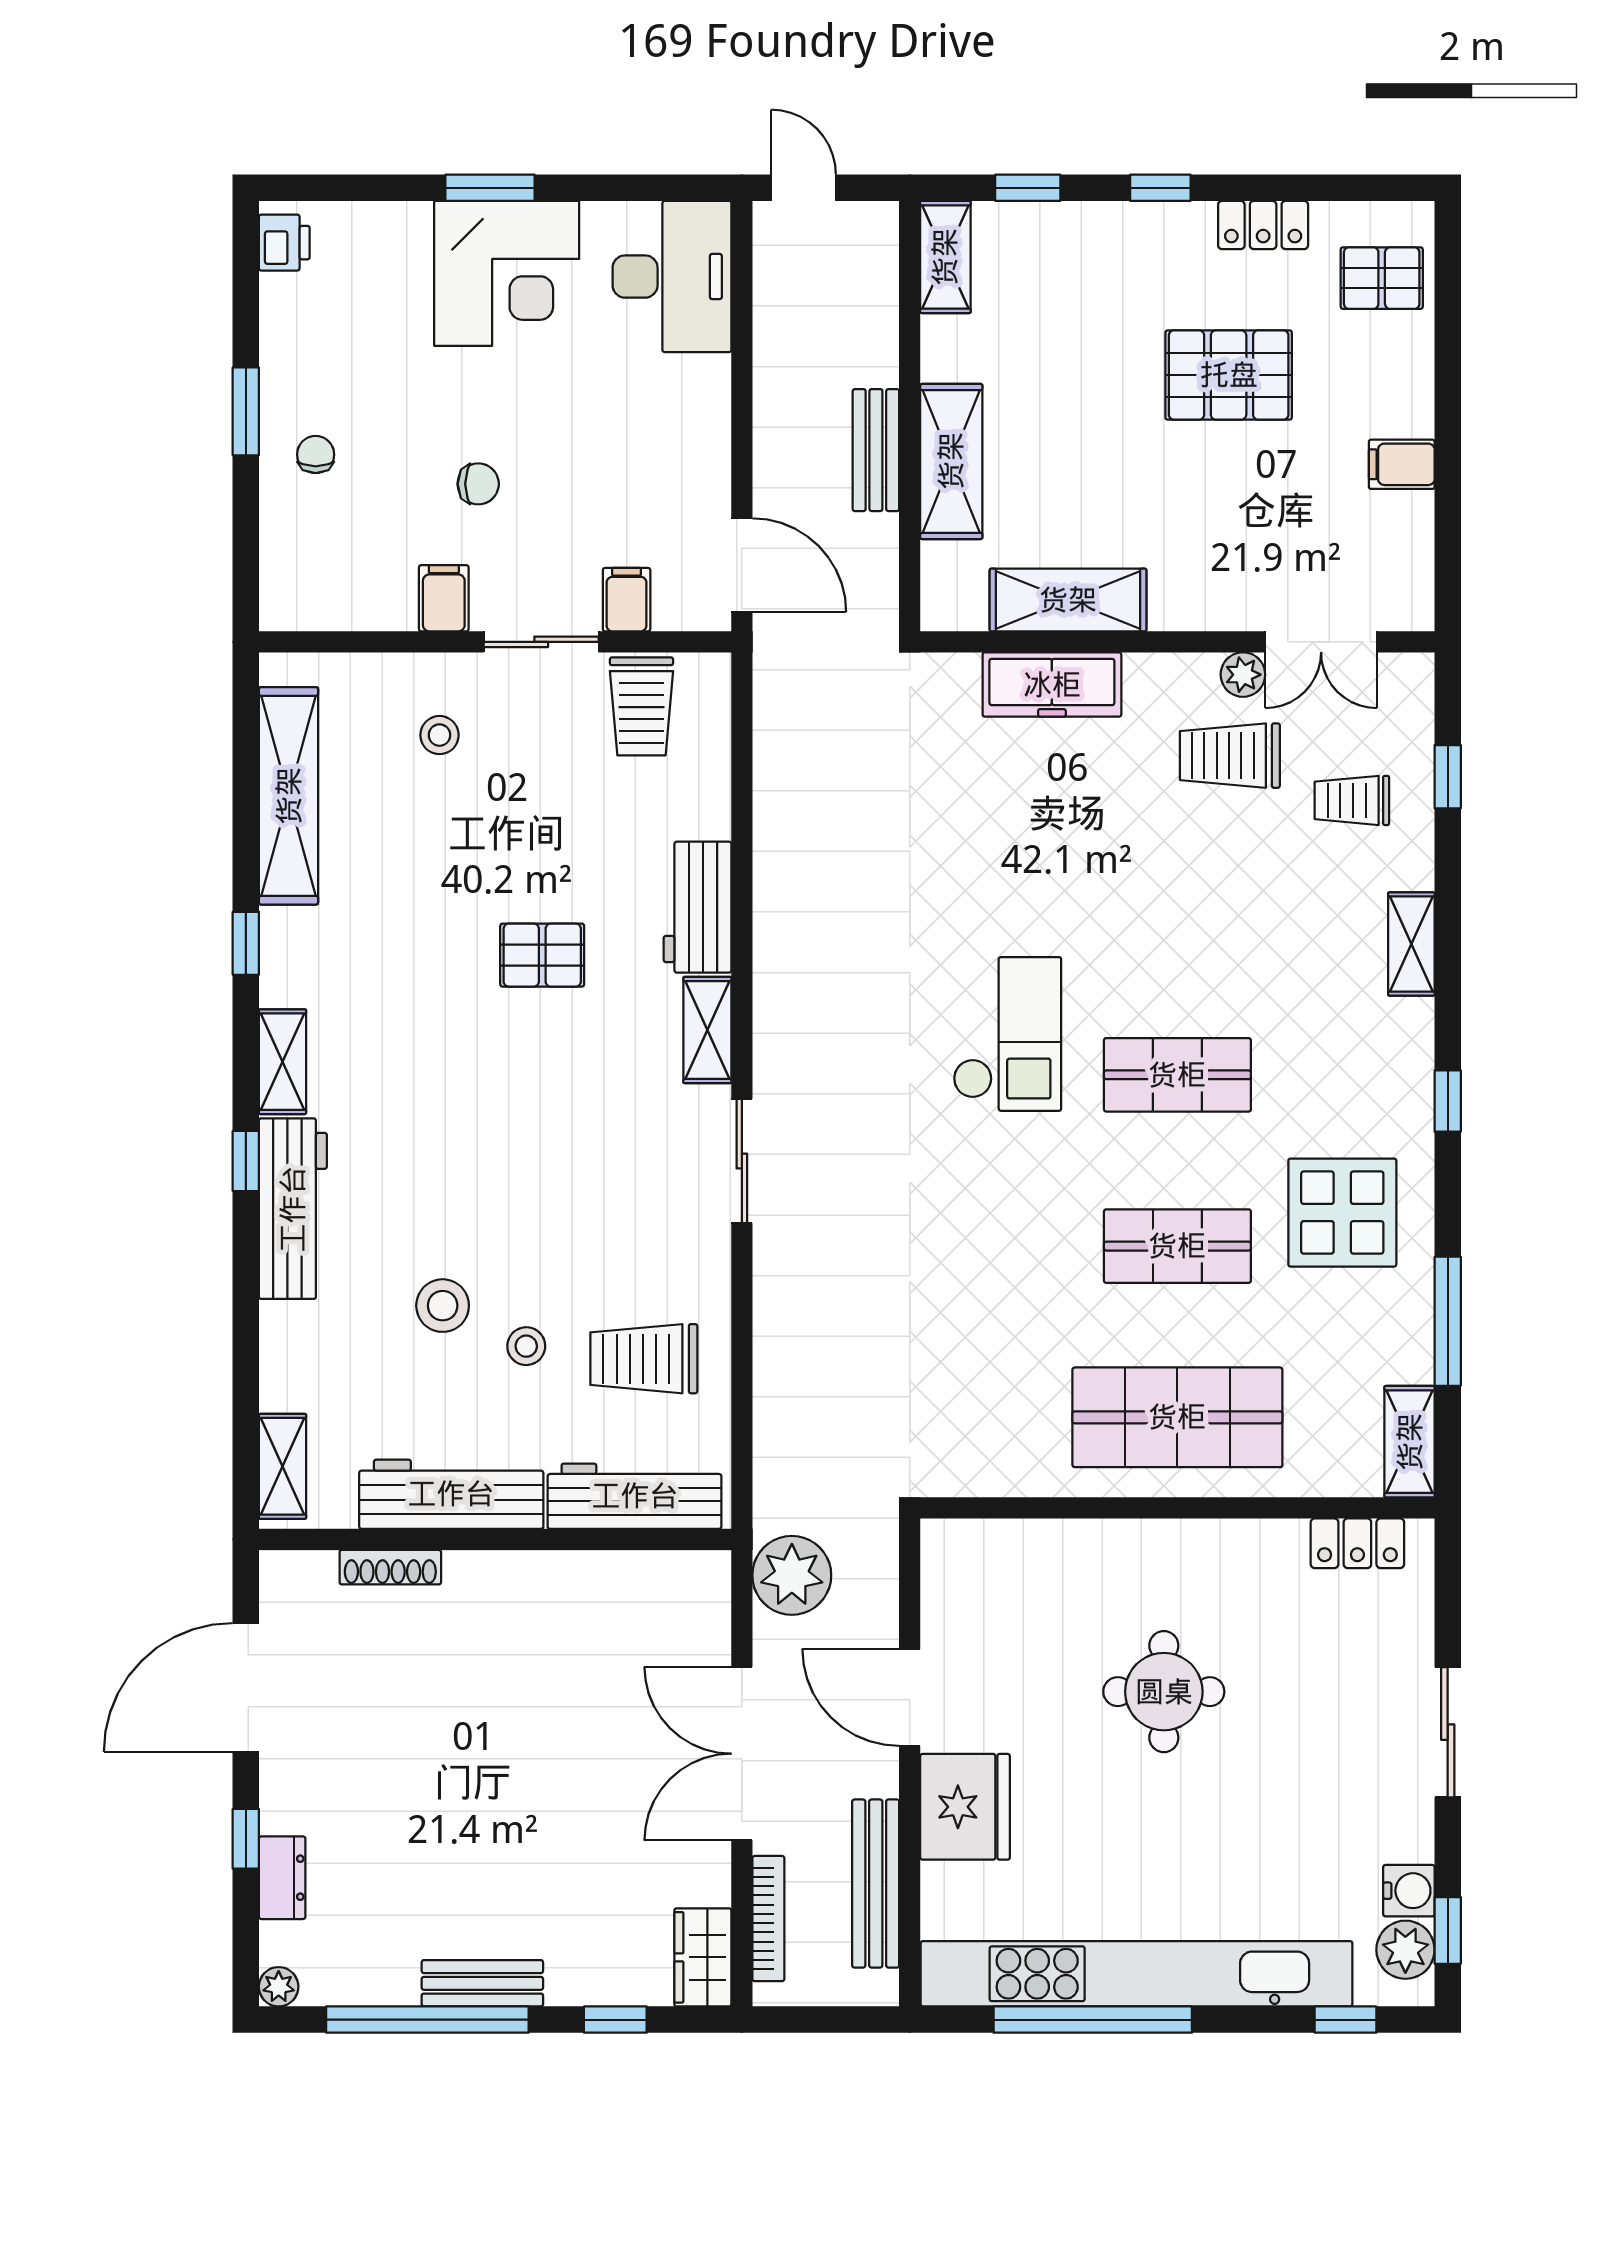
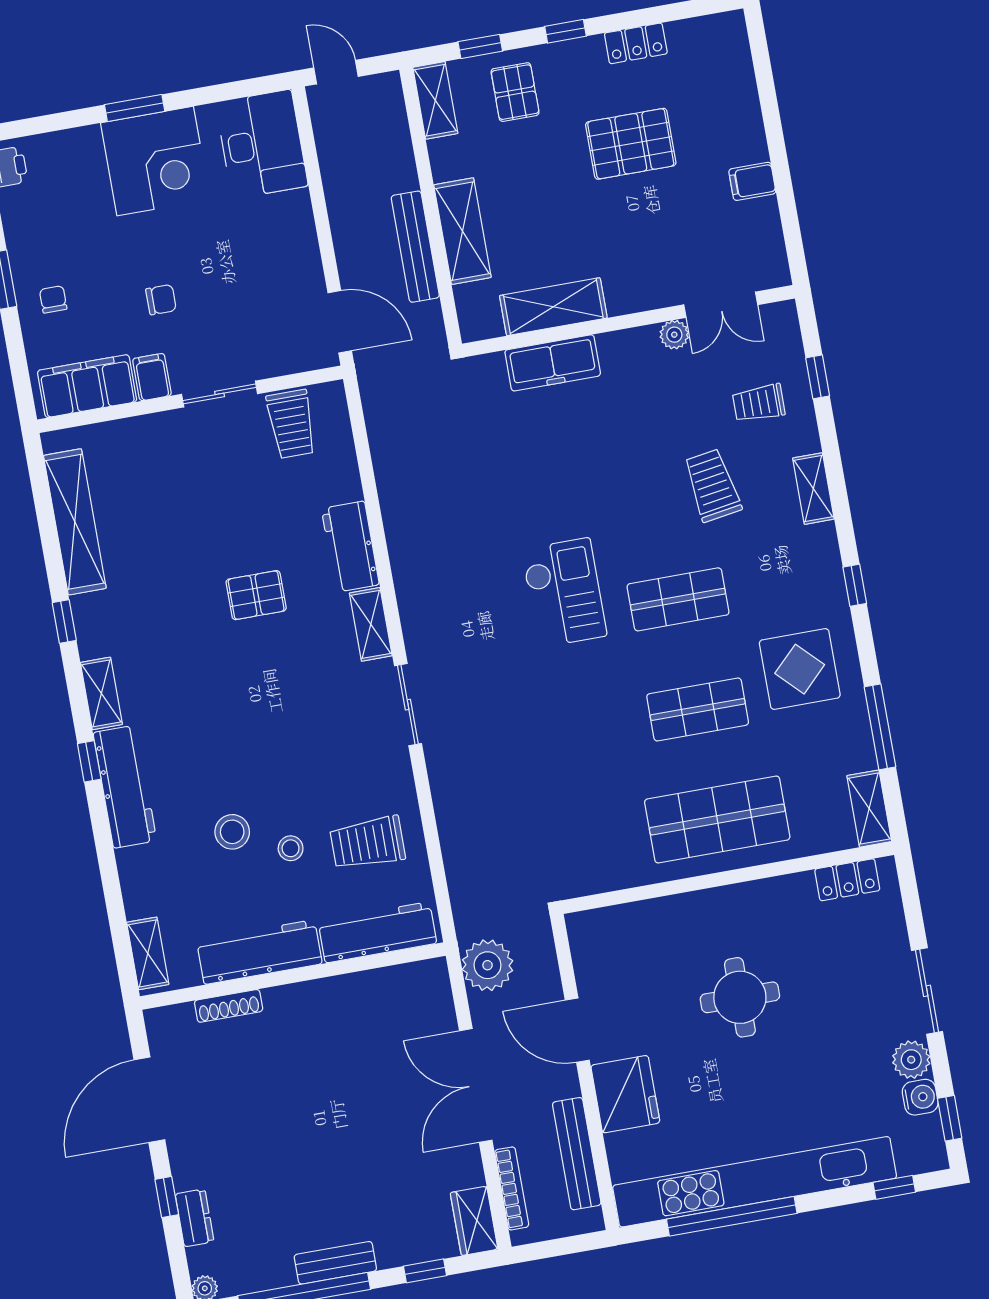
pallet: (1382, 278) -> (515, 92), moved, turned 90
bench: (876, 450) -> (415, 247), width x1.36
filing cabinet: (627, 600) -> (87, 386), moved, width x3.00, depth x1.17
stool: (439, 735) -> (165, 465), removed
trolley: (1230, 756) -> (712, 485), moved, turned 81
plant: (1405, 1950) -> (911, 1060), moved

